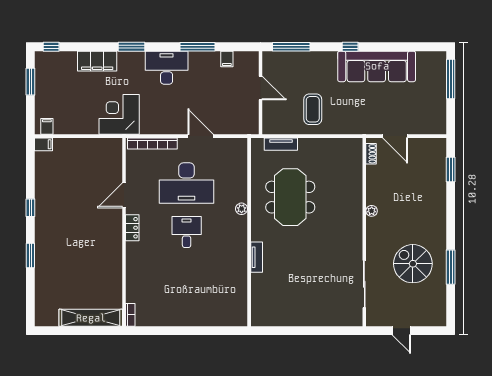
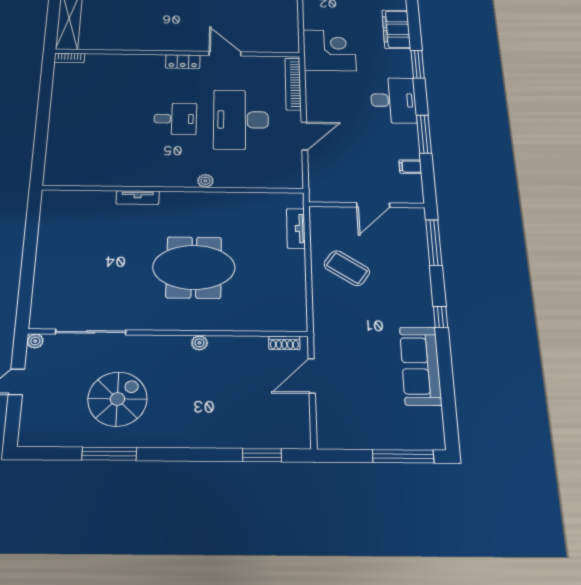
sofa: (377, 66) -> (420, 366), width x0.74, depth x0.79
coffee table: (313, 109) -> (347, 268), turned 34
meeting table: (290, 197) -> (194, 267), moved
plant: (371, 321) -> (35, 341), added

